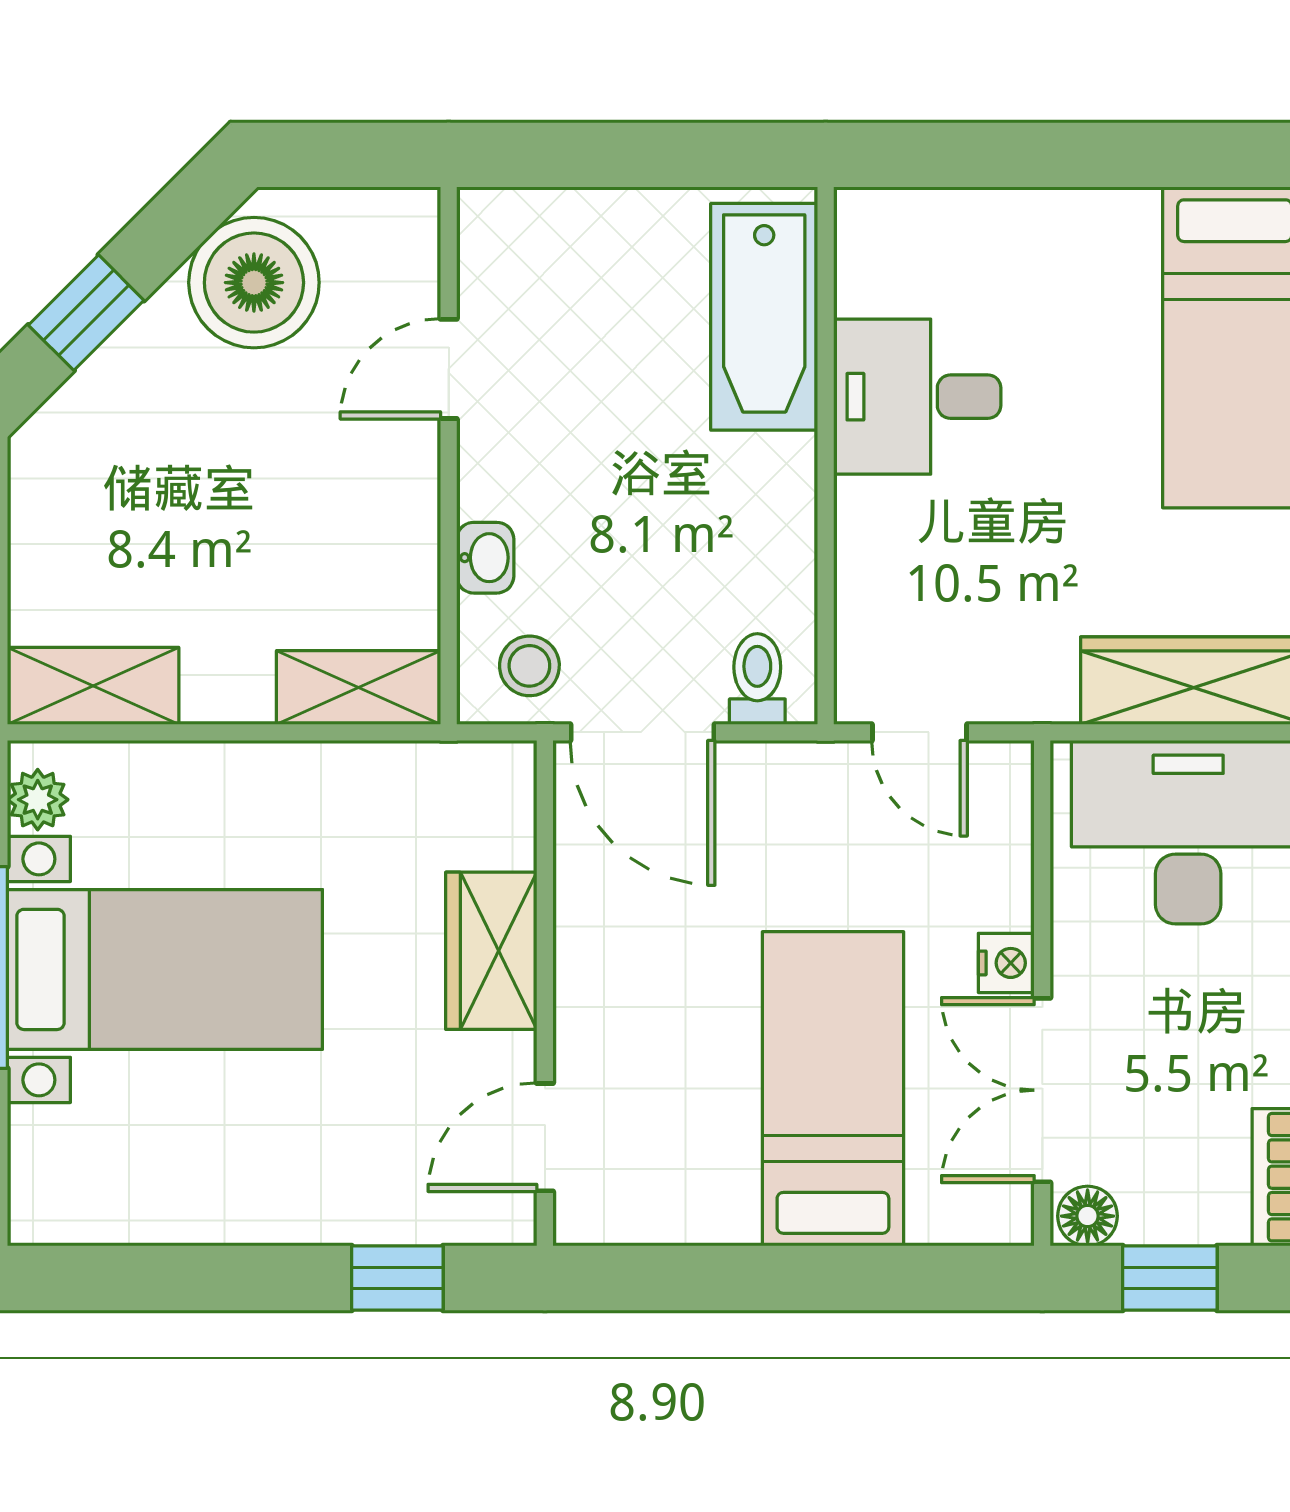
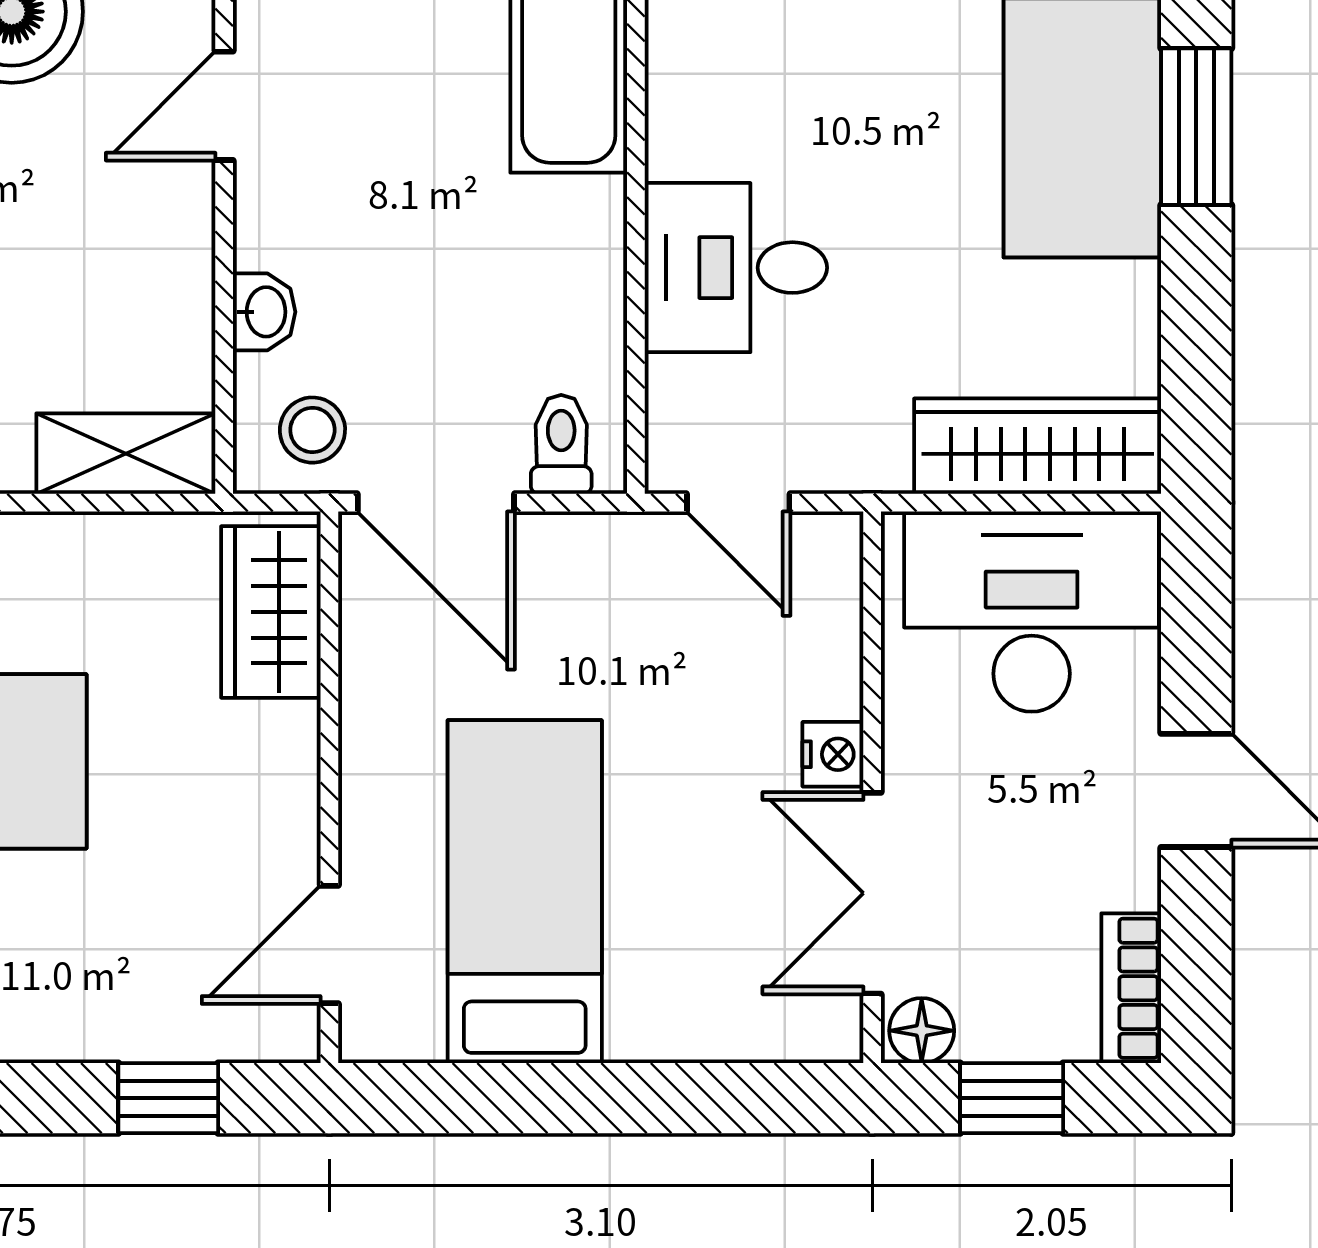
desk: (917, 397) -> (736, 268), moved
wardrobe: (491, 951) -> (271, 612), moved
bed: (833, 1089) -> (525, 892), moved

